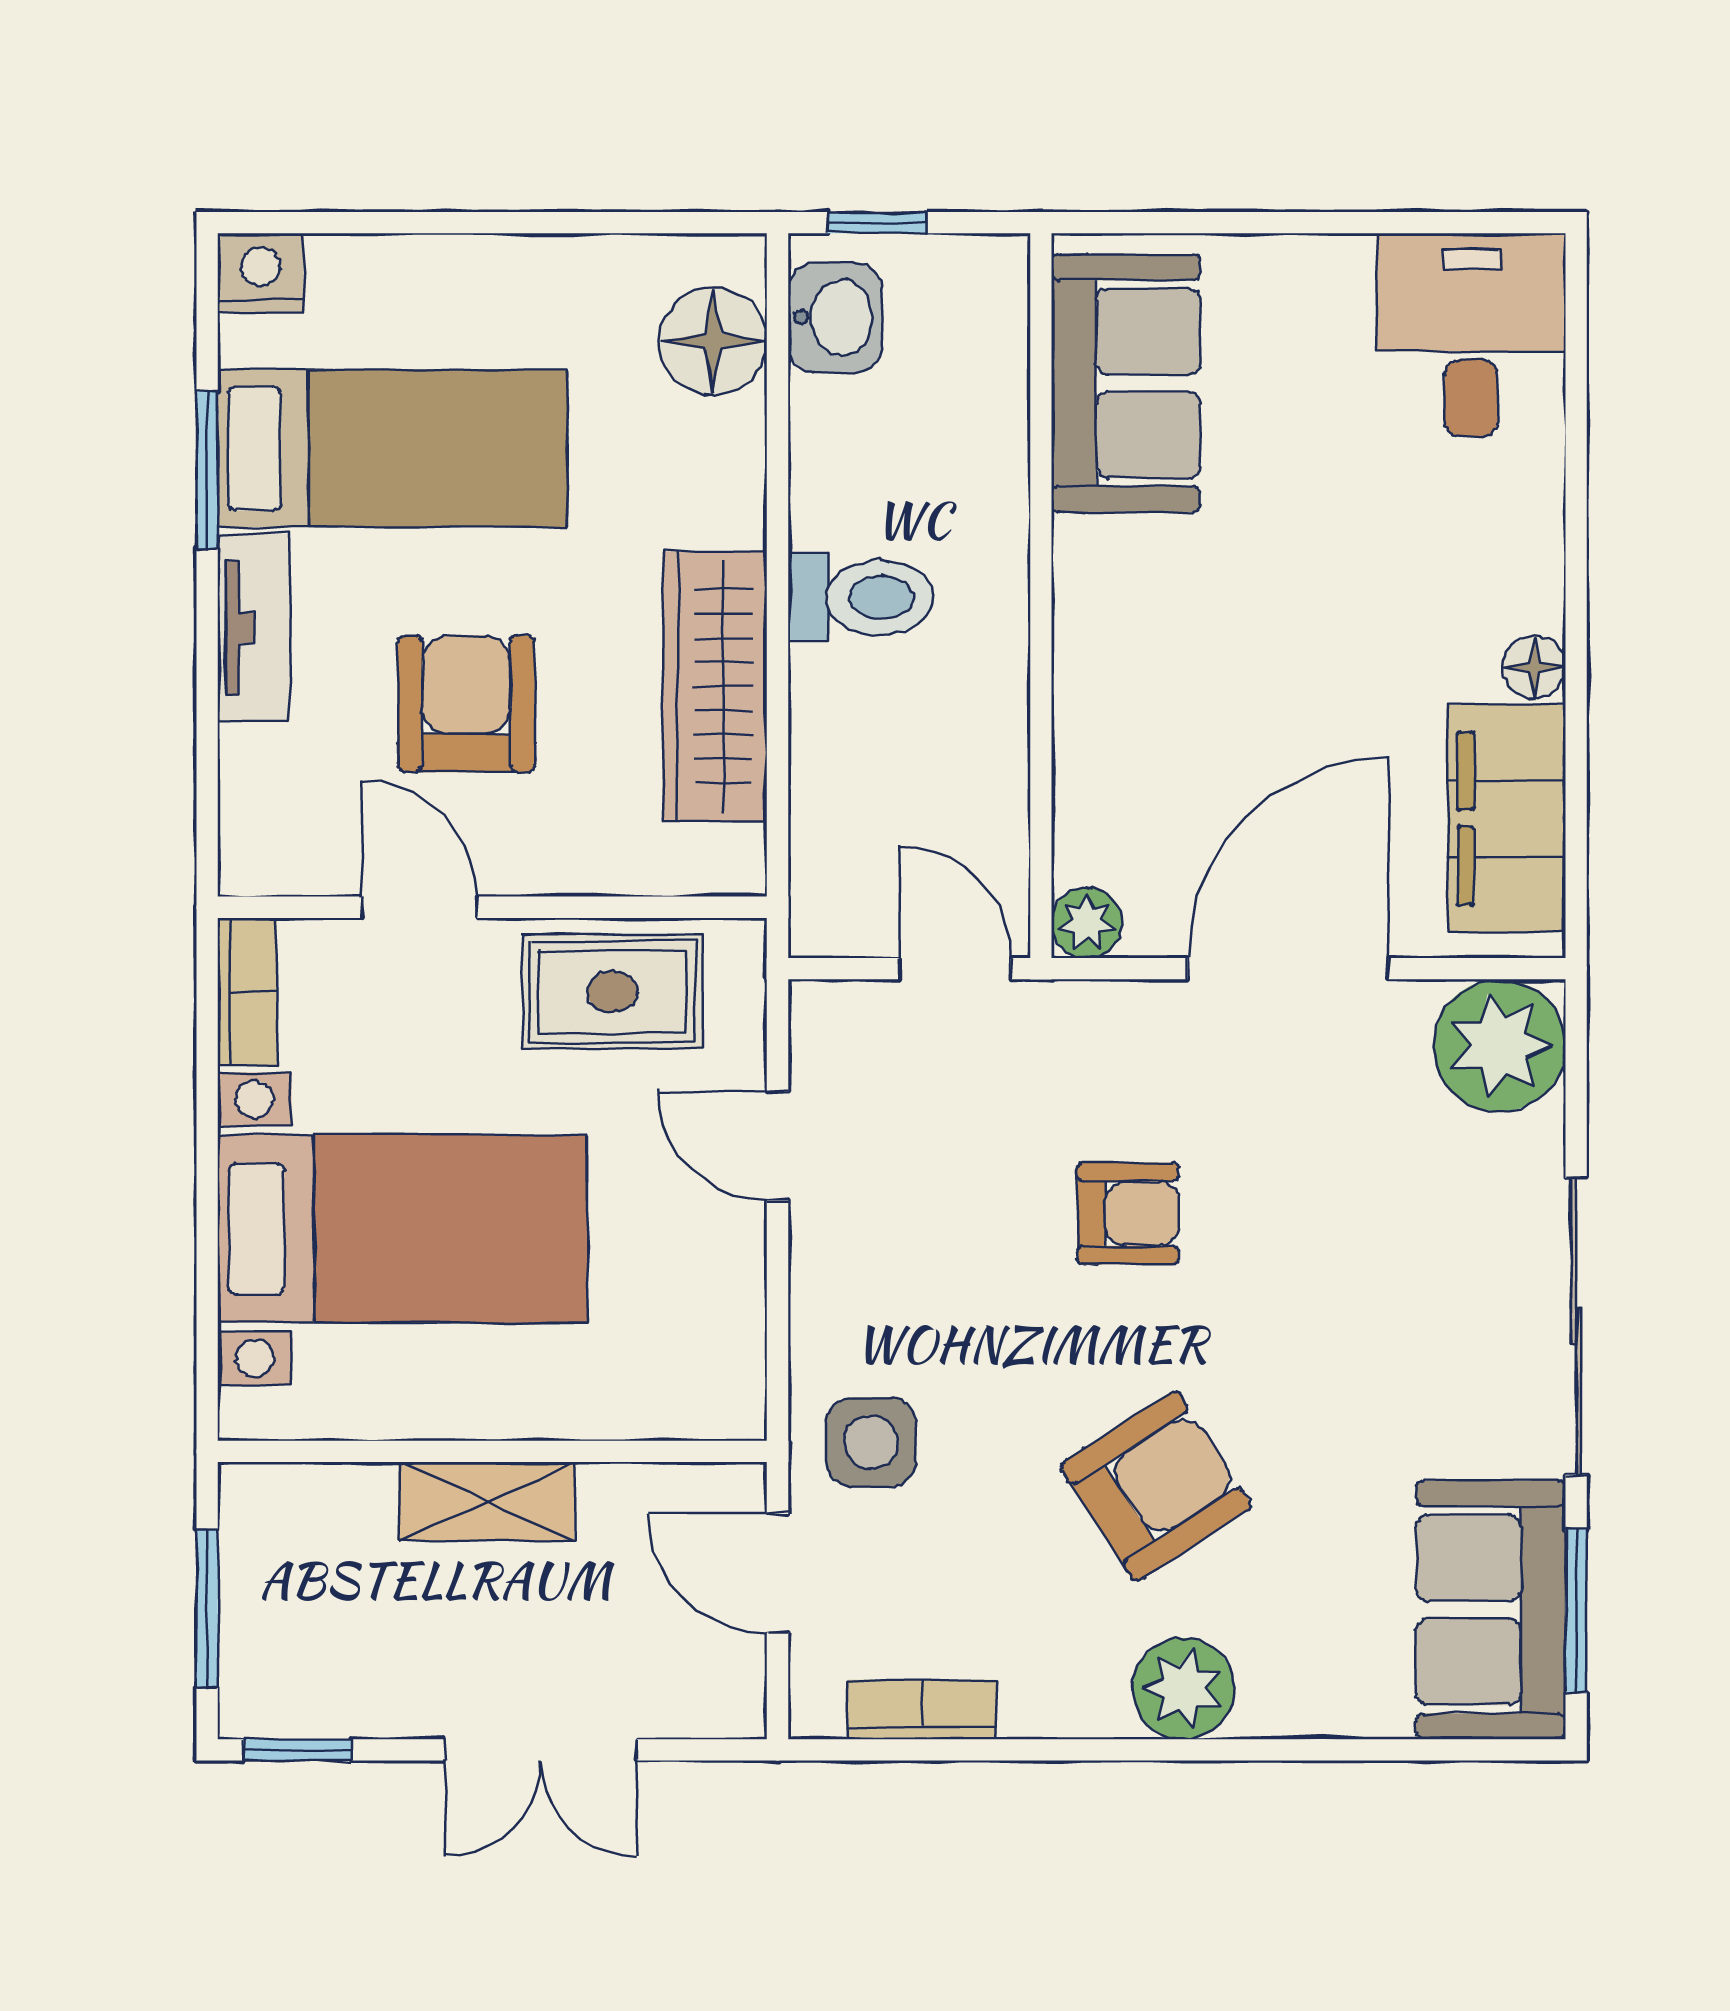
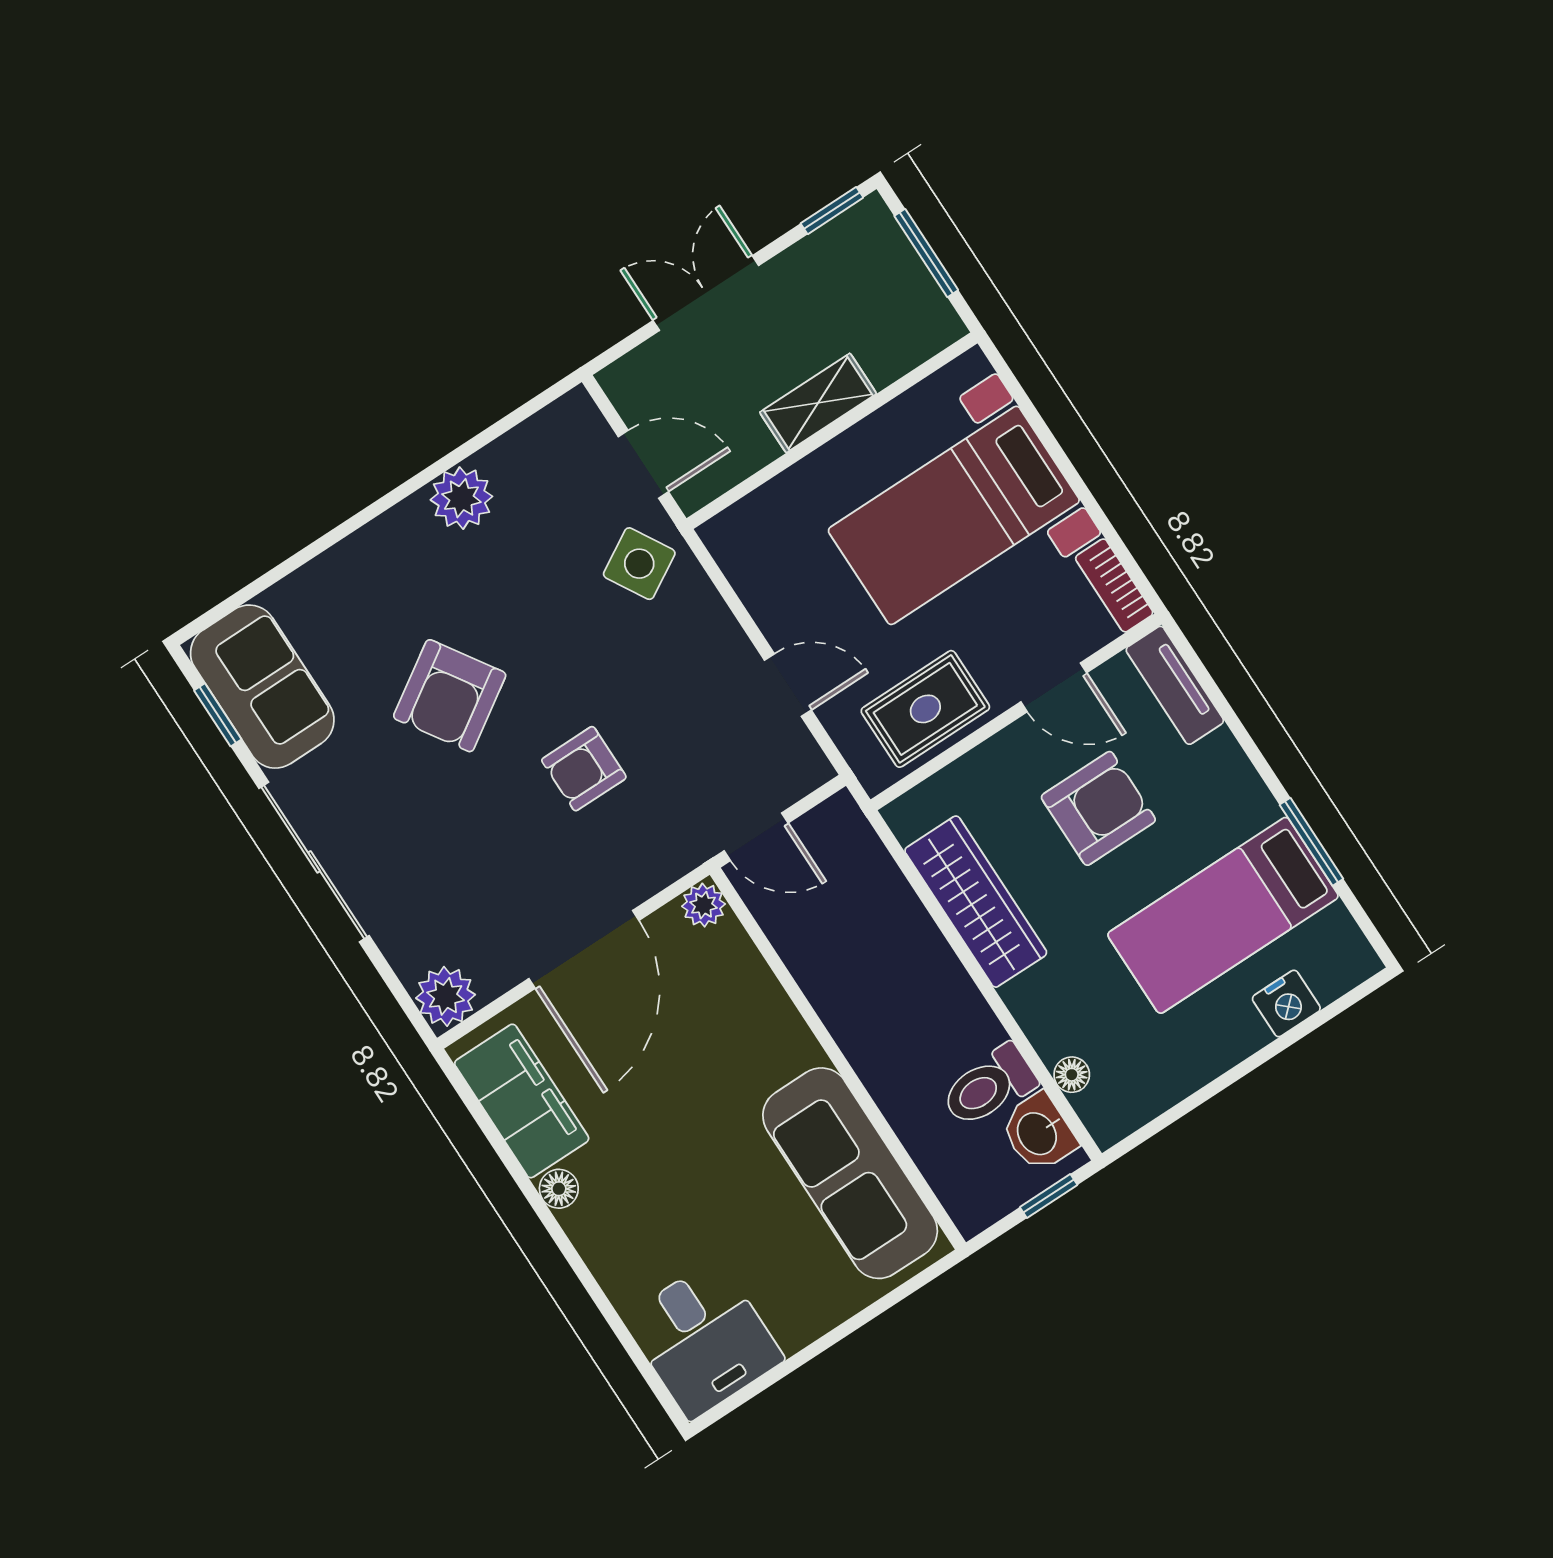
nightstand: (261, 273) -> (1286, 1003), moved
floor lamp: (713, 341) -> (1072, 1075), width x0.53, depth x0.53
sofa: (1126, 383) -> (850, 1173), width x1.36
toilet: (861, 597) -> (989, 1086), moved
tv unit: (253, 628) -> (1175, 685), moved
armchair: (466, 704) -> (1098, 808), turned -90
plant: (1499, 1045) -> (446, 996), width x0.73, depth x0.73
side table: (871, 1442) -> (639, 564), turned -30
armchair: (1156, 1486) -> (450, 696), moved
window: (1576, 1611) -> (218, 715), width x0.67
plant: (1184, 1689) -> (461, 498), moved
bookcase: (922, 1710) -> (523, 443), removed

